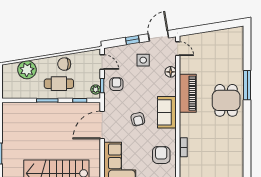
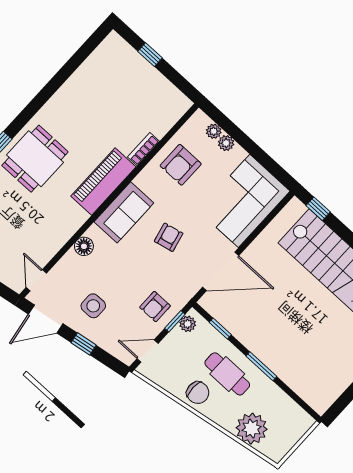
door: (102, 62) -> (148, 351), hinge flipped
floor lamp: (171, 72) -> (84, 246), moved
piano: (188, 93) -> (103, 182), moved

